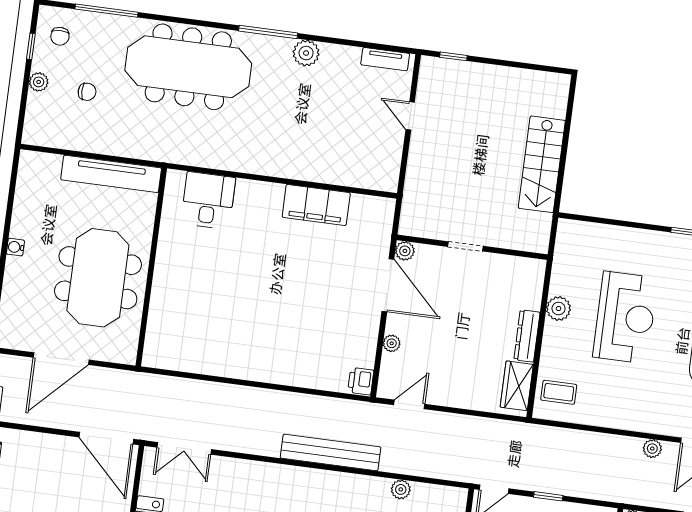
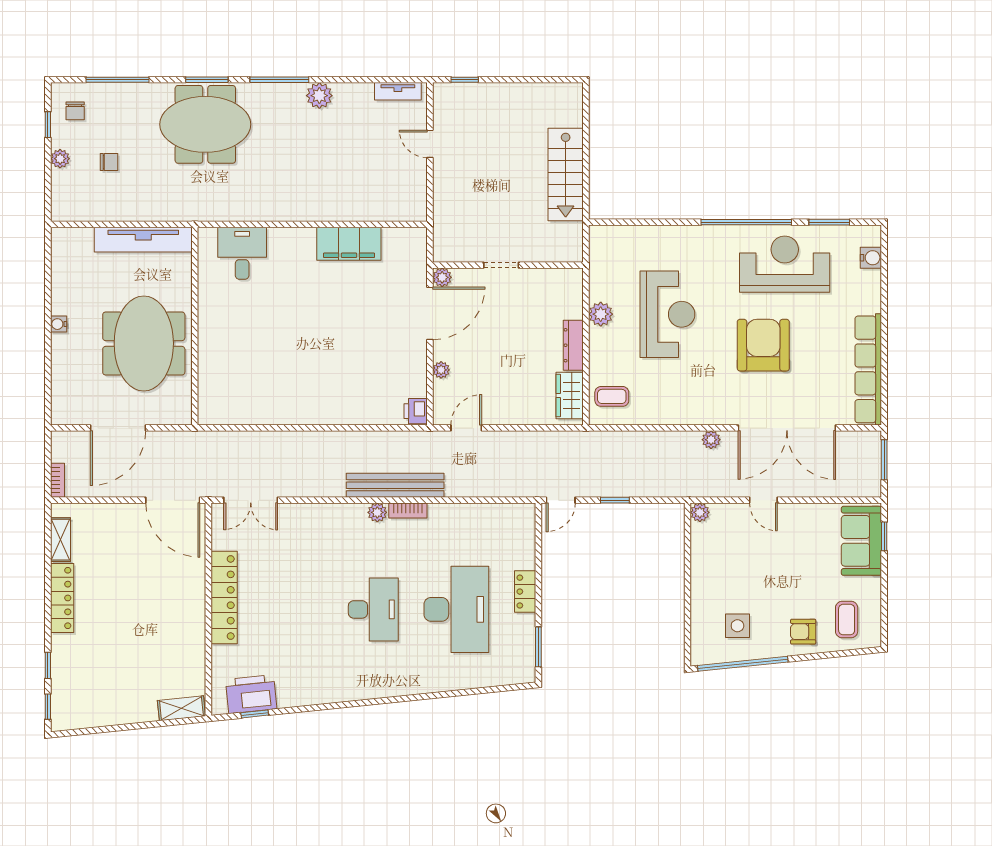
window: (196, 22) -> (207, 80), added
meeting table: (188, 67) -> (205, 124), width x0.73
door: (388, 285) -> (430, 313), hinge flipped
bookcase: (340, 479) -> (408, 510), added
plant: (401, 489) -> (377, 512), moved

